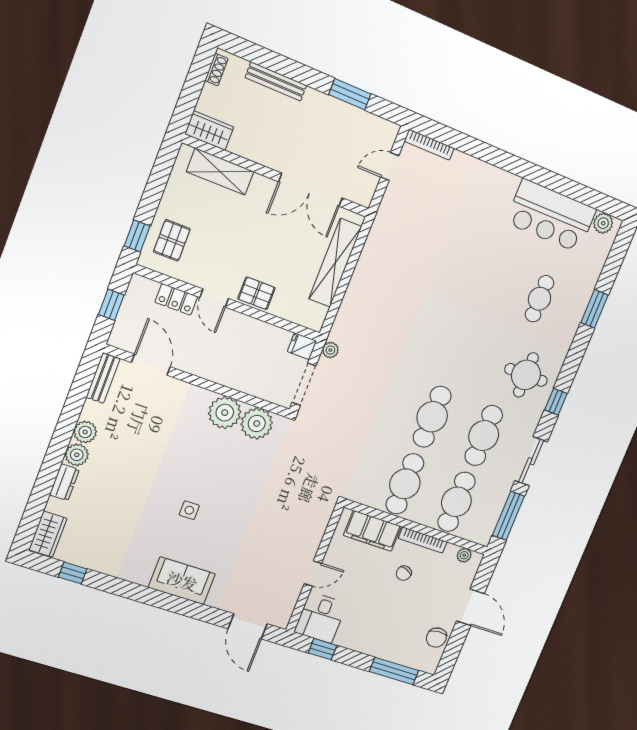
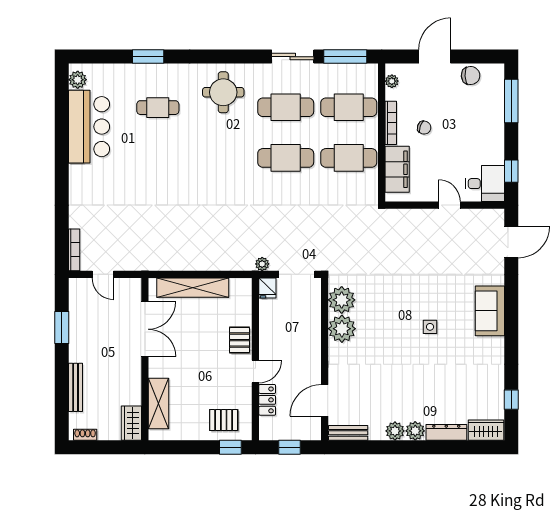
window: (556, 402) -> (236, 57), removed
dresser: (64, 482) -> (446, 432), width x1.44

